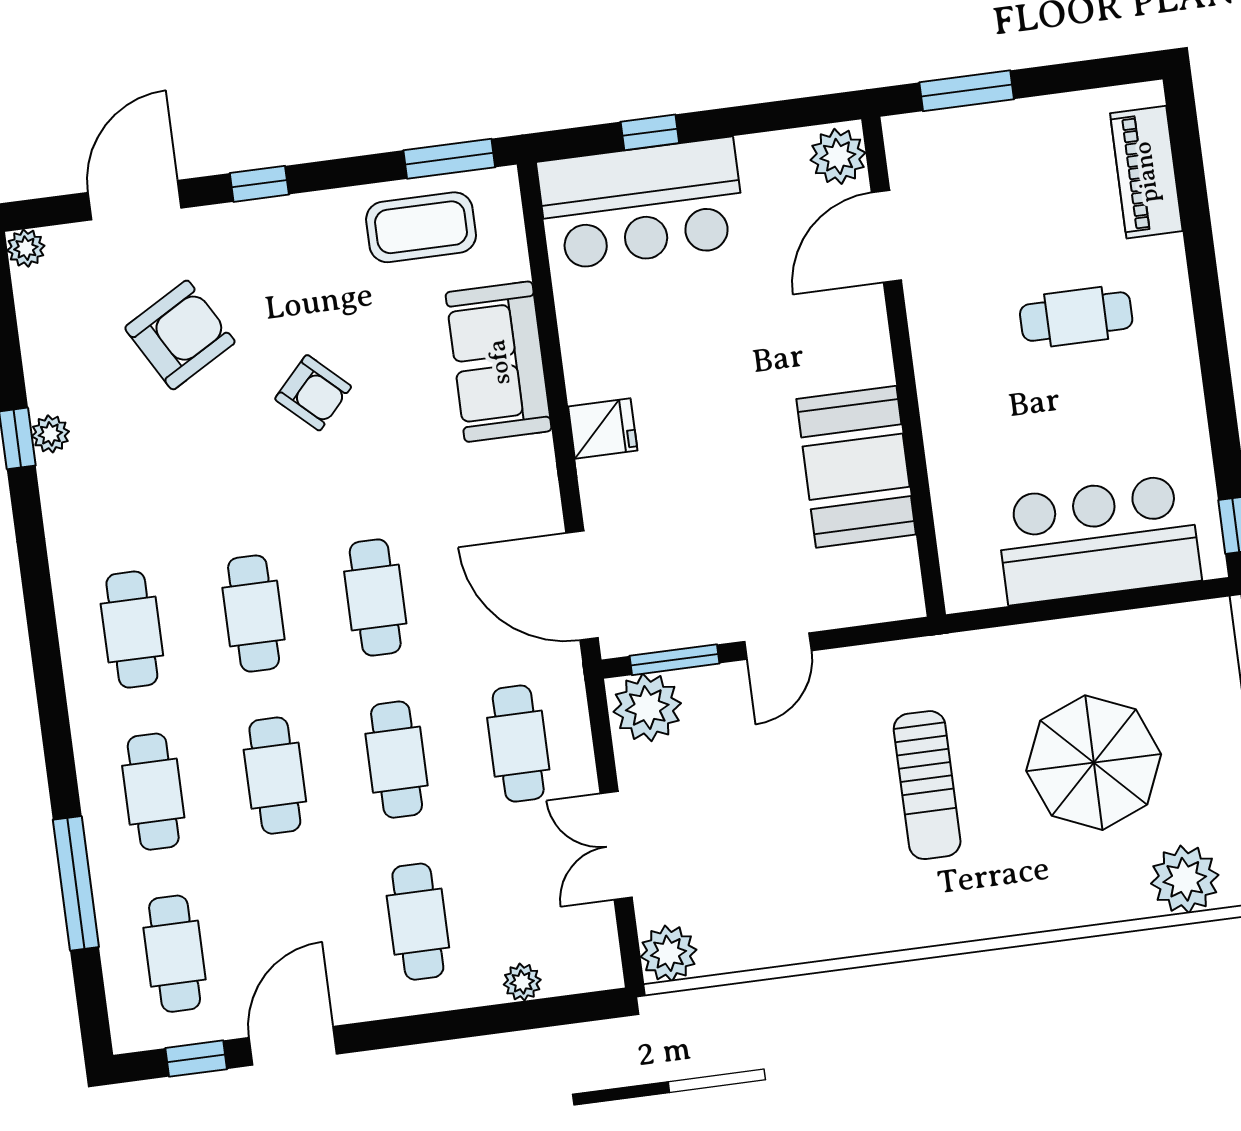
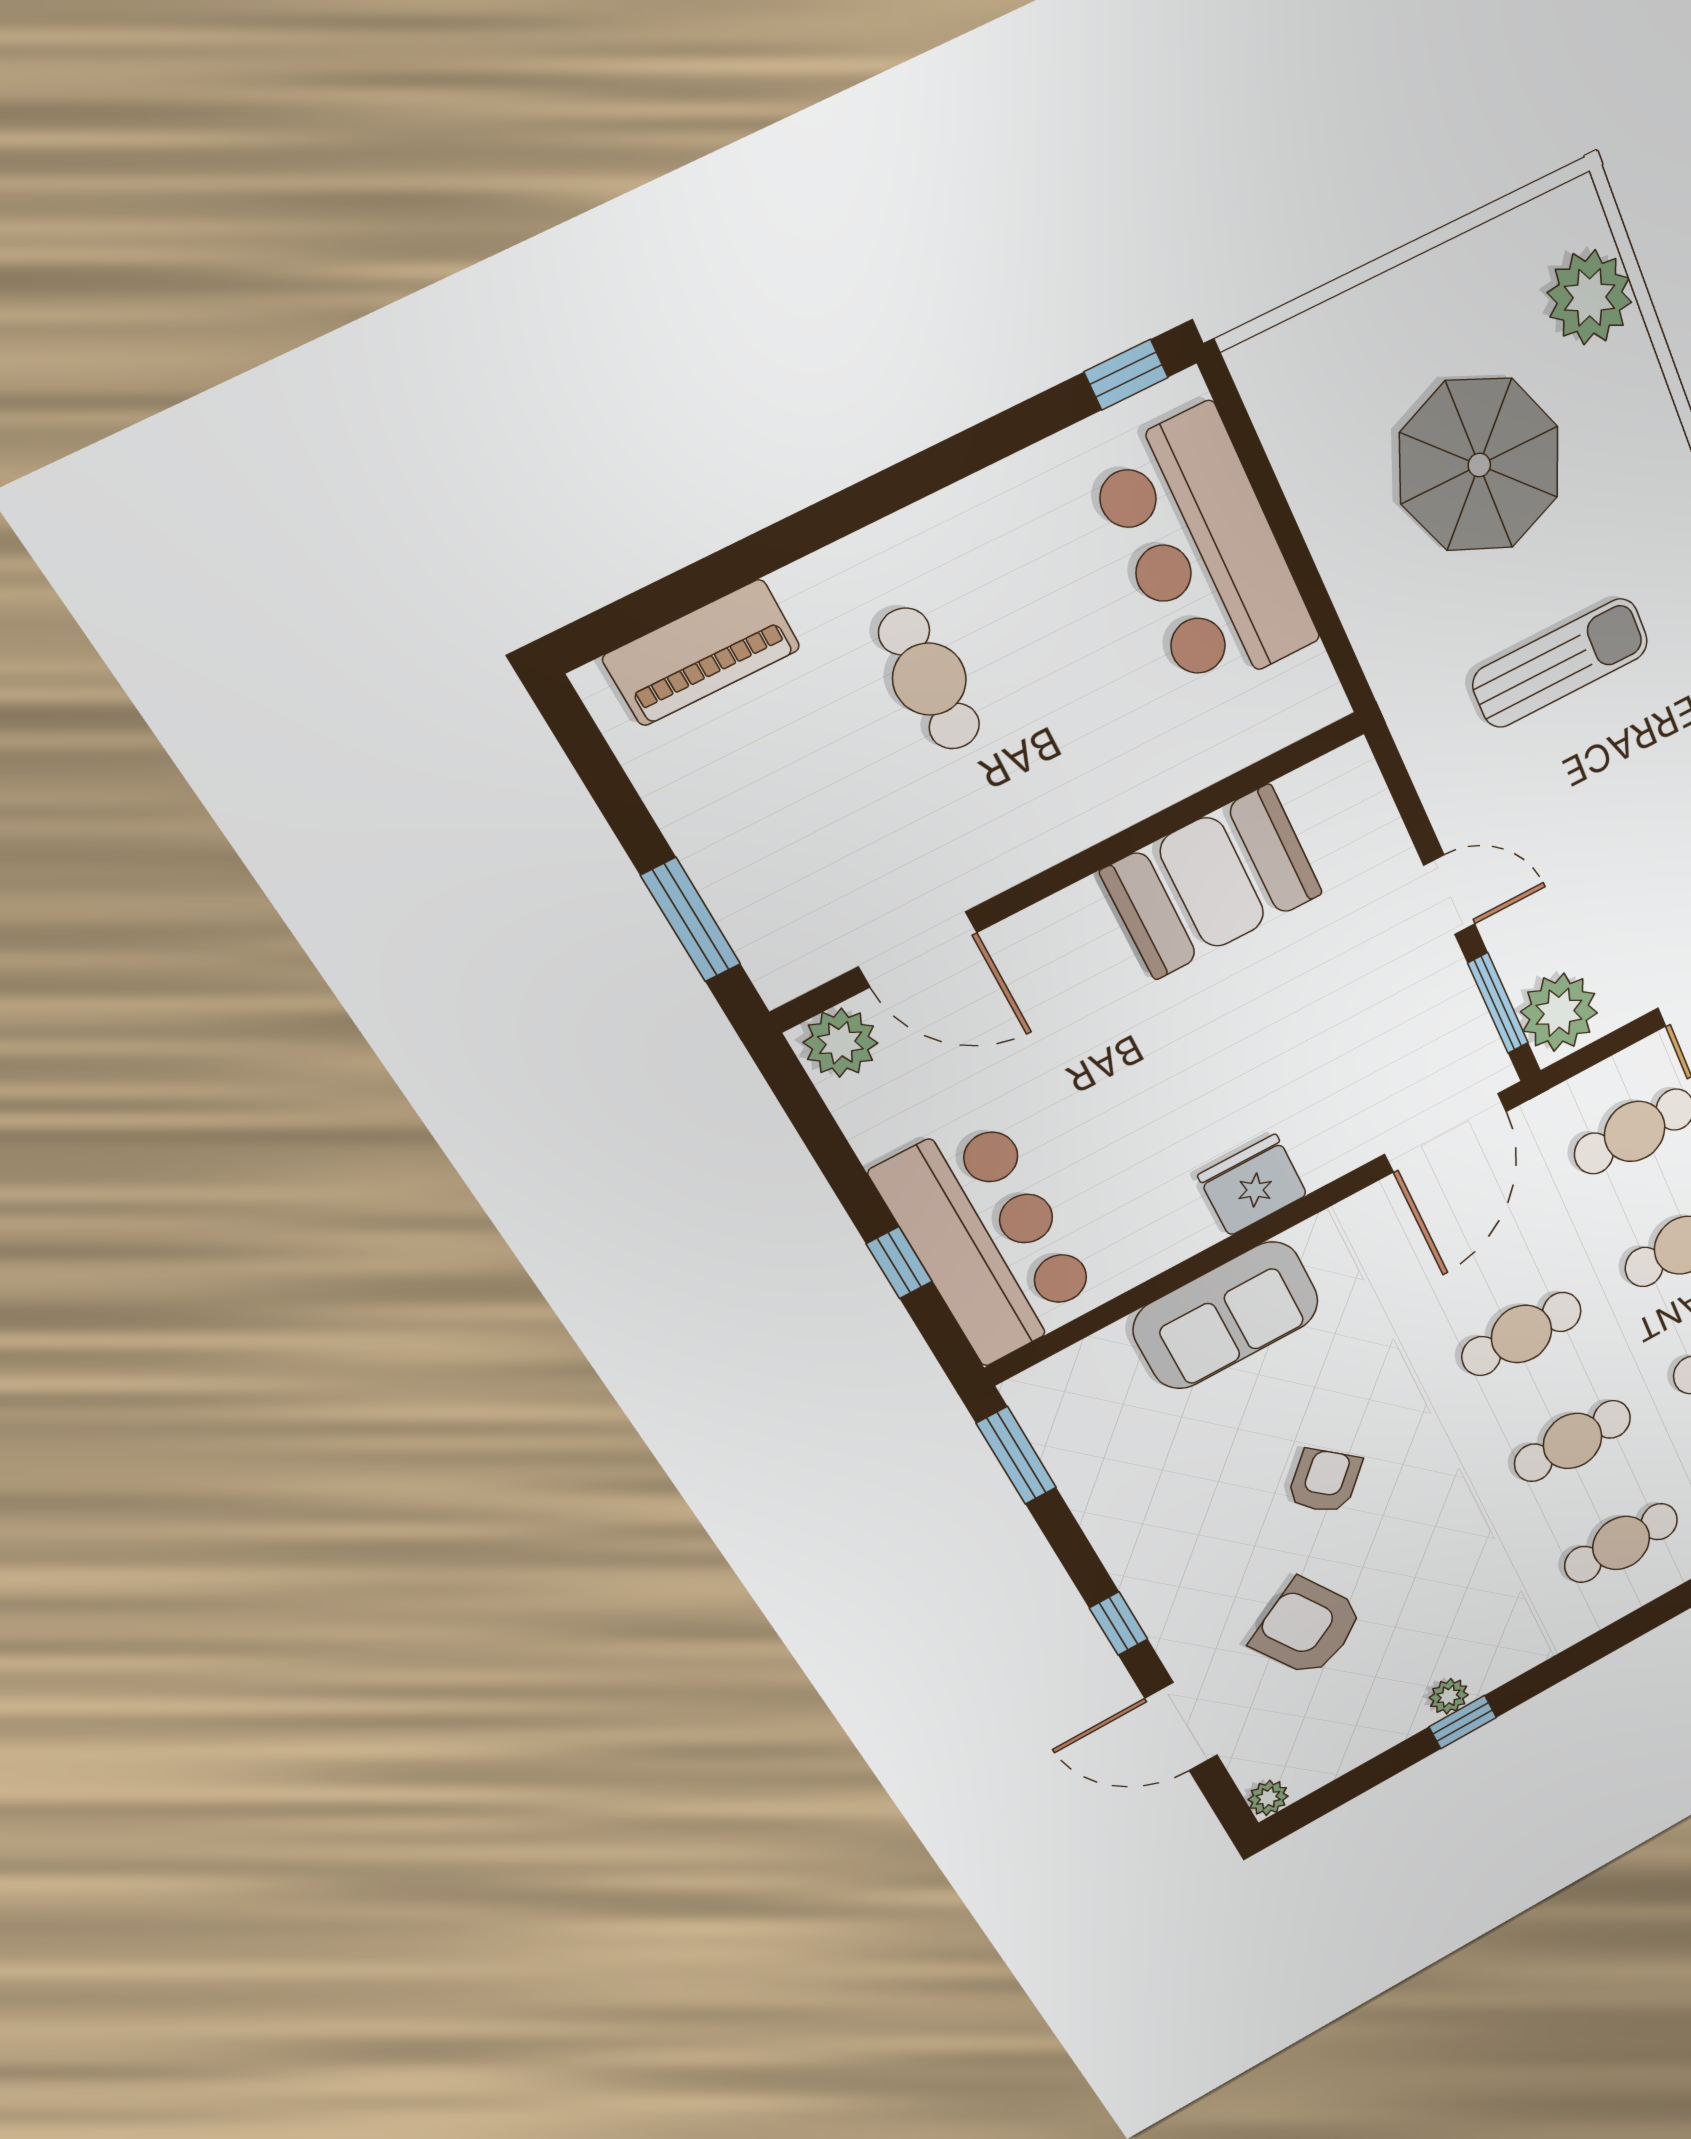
coffee table: (421, 227) -> (1105, 1452), removed
fridge: (603, 429) -> (1252, 1185), width x1.38

